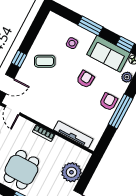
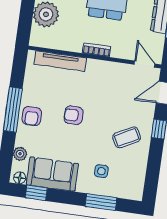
window: (90, 26) -> (101, 202), moved
armchair: (85, 79) -> (74, 115), moved, turned 86

